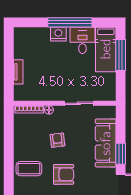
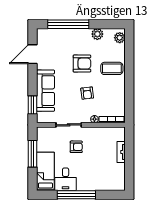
nightstand: (58, 34) -> (86, 185), removed
window: (121, 55) -> (33, 154), moved
armchair: (70, 78) -> (76, 147), added
window: (121, 154) -> (33, 105), moved
armchair: (64, 174) -> (82, 64), turned 180

